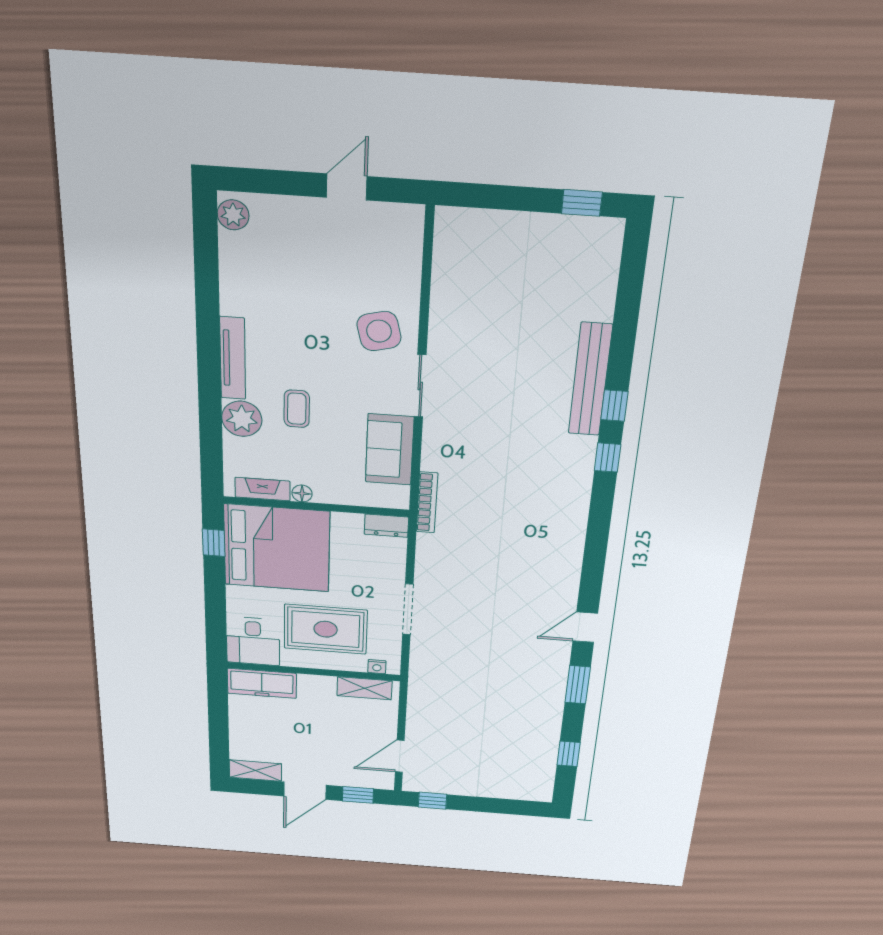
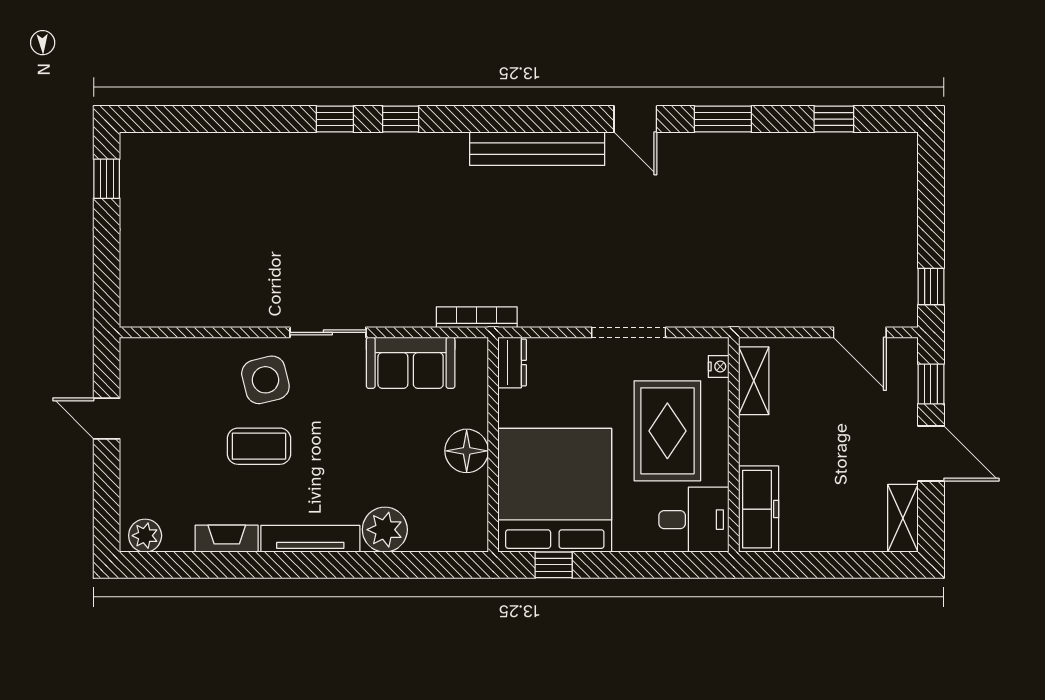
bench: (590, 380) -> (537, 149), moved
coffee table: (297, 409) -> (259, 446), moved, width x1.36, depth x1.30
fireplace: (263, 489) -> (227, 539), moved, turned 90
floor lamp: (302, 493) -> (467, 451), width x1.89, depth x1.89

